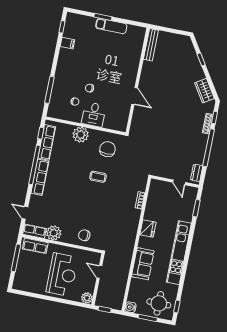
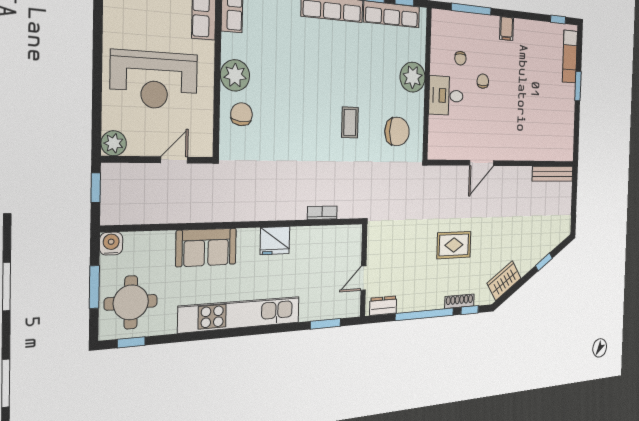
exam couch: (111, 26) -> (570, 57), moved
filing cabinet: (67, 43) -> (507, 29), moved
rug: (176, 122) -> (454, 245), added
plant: (54, 233) -> (235, 75), moved

